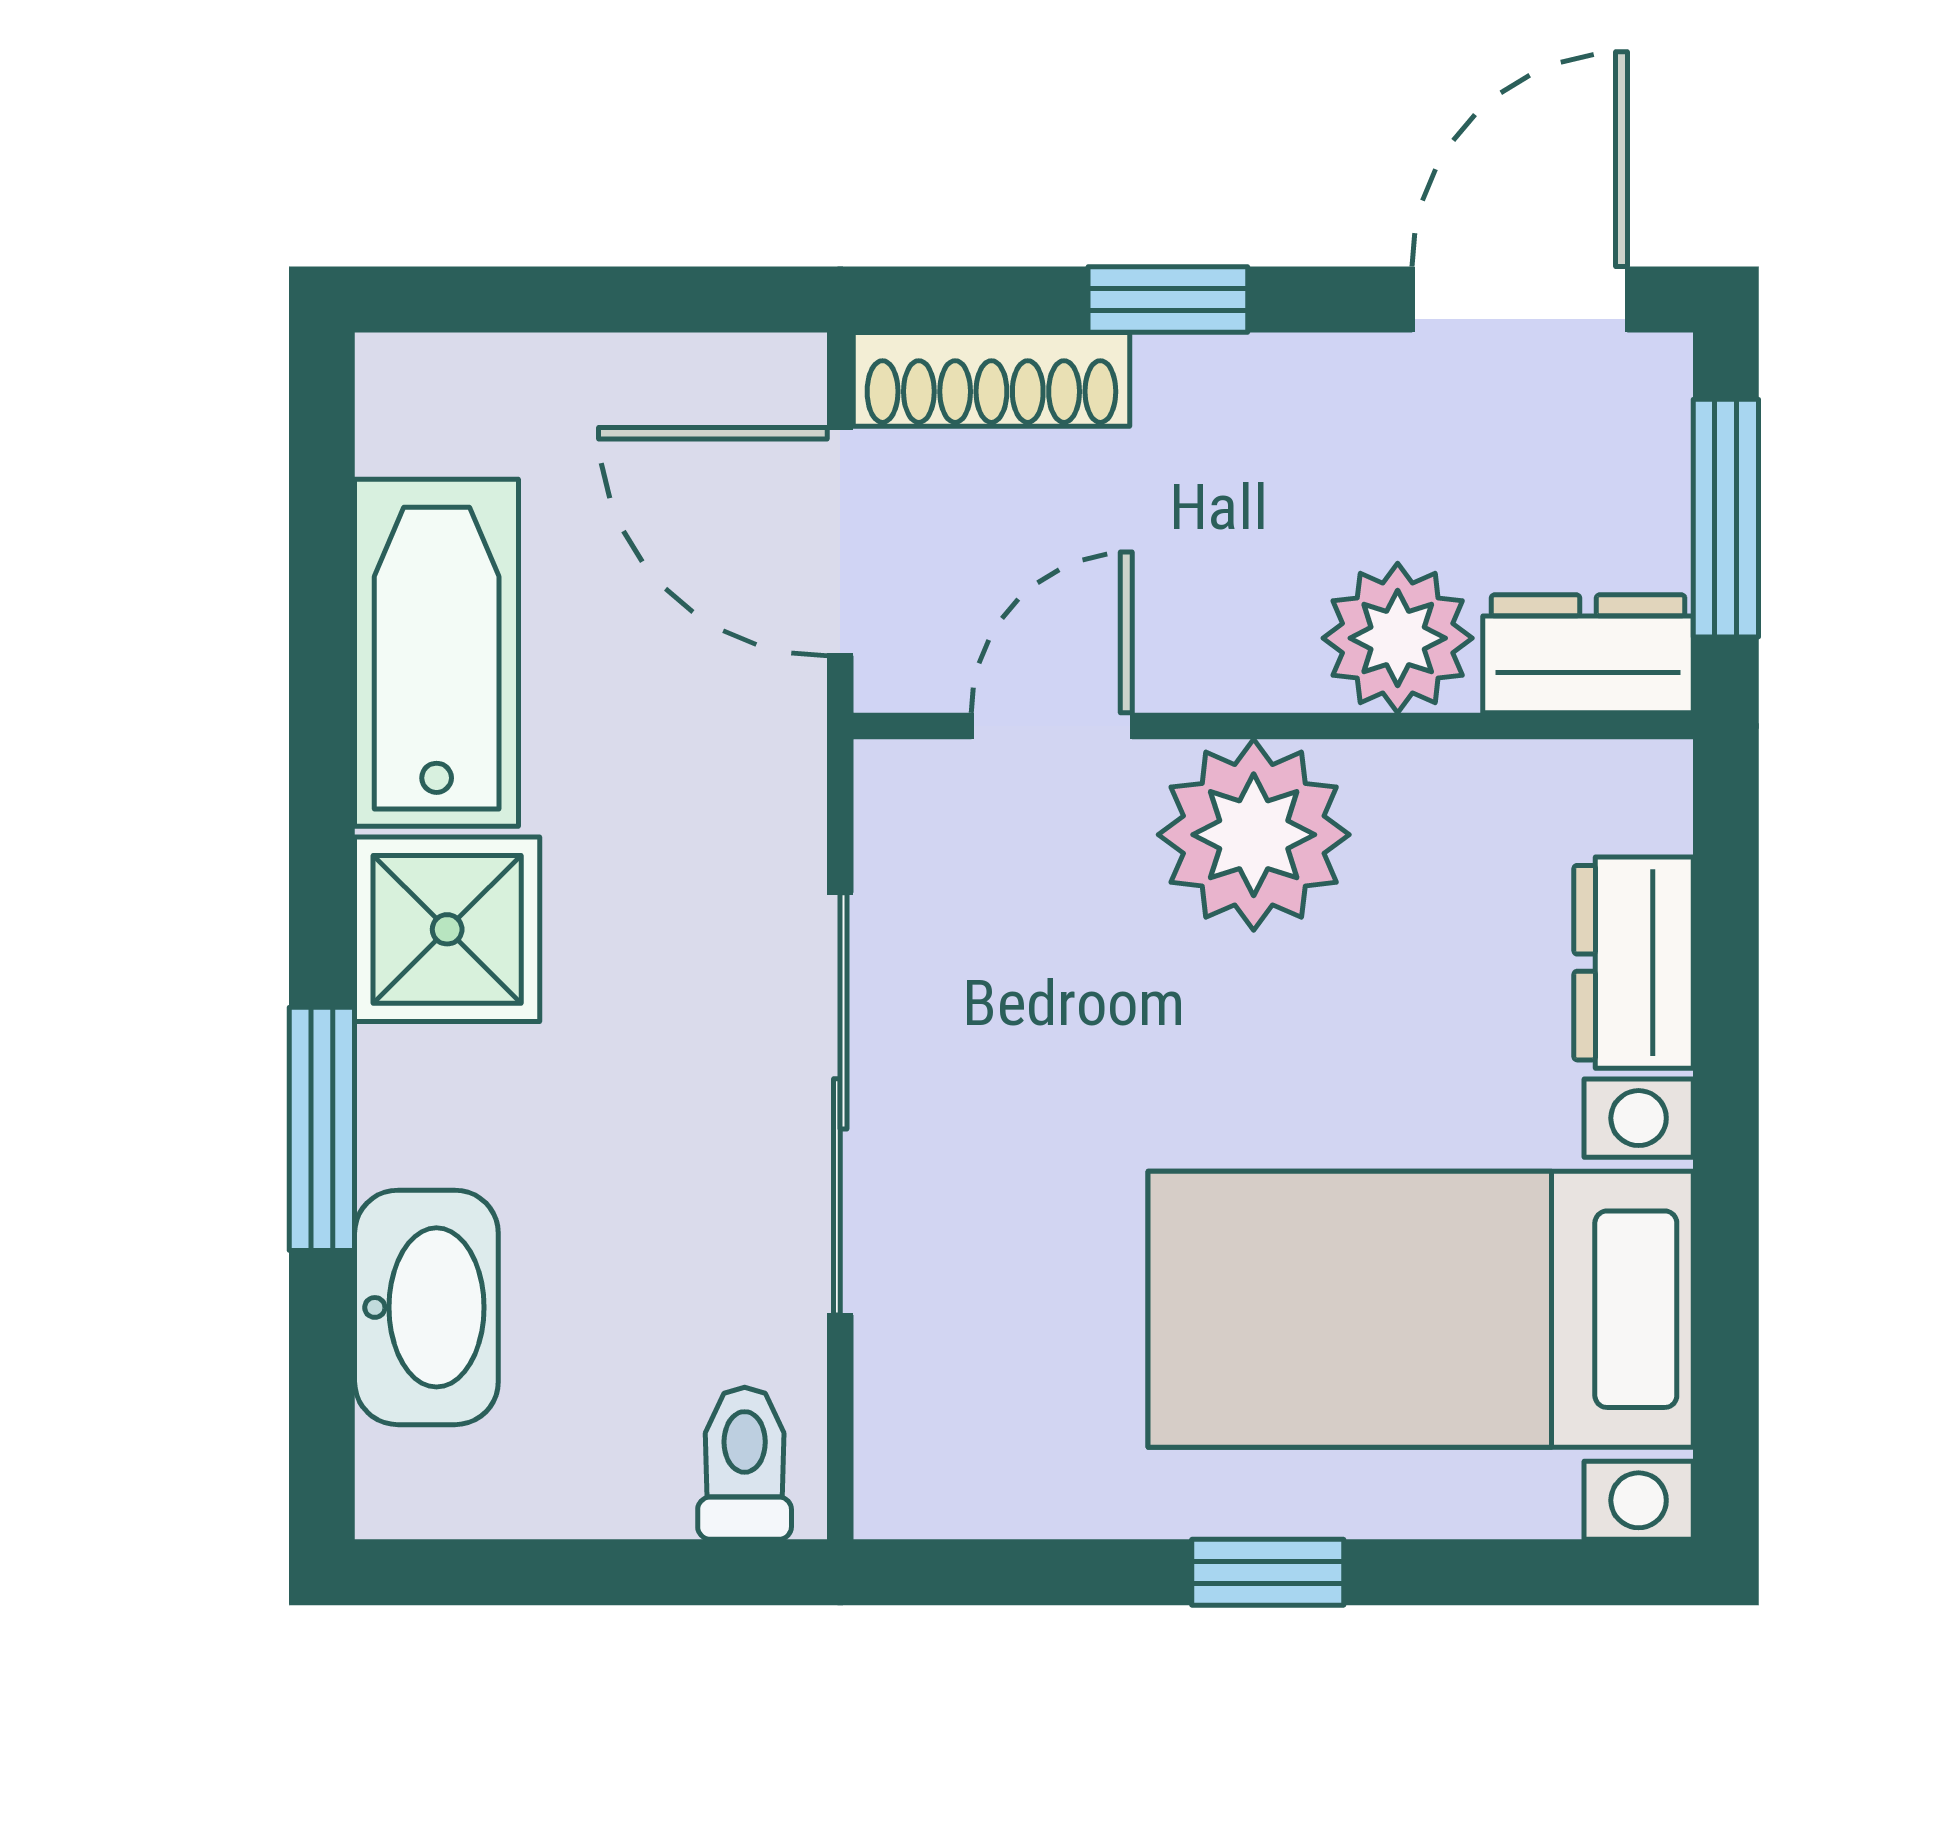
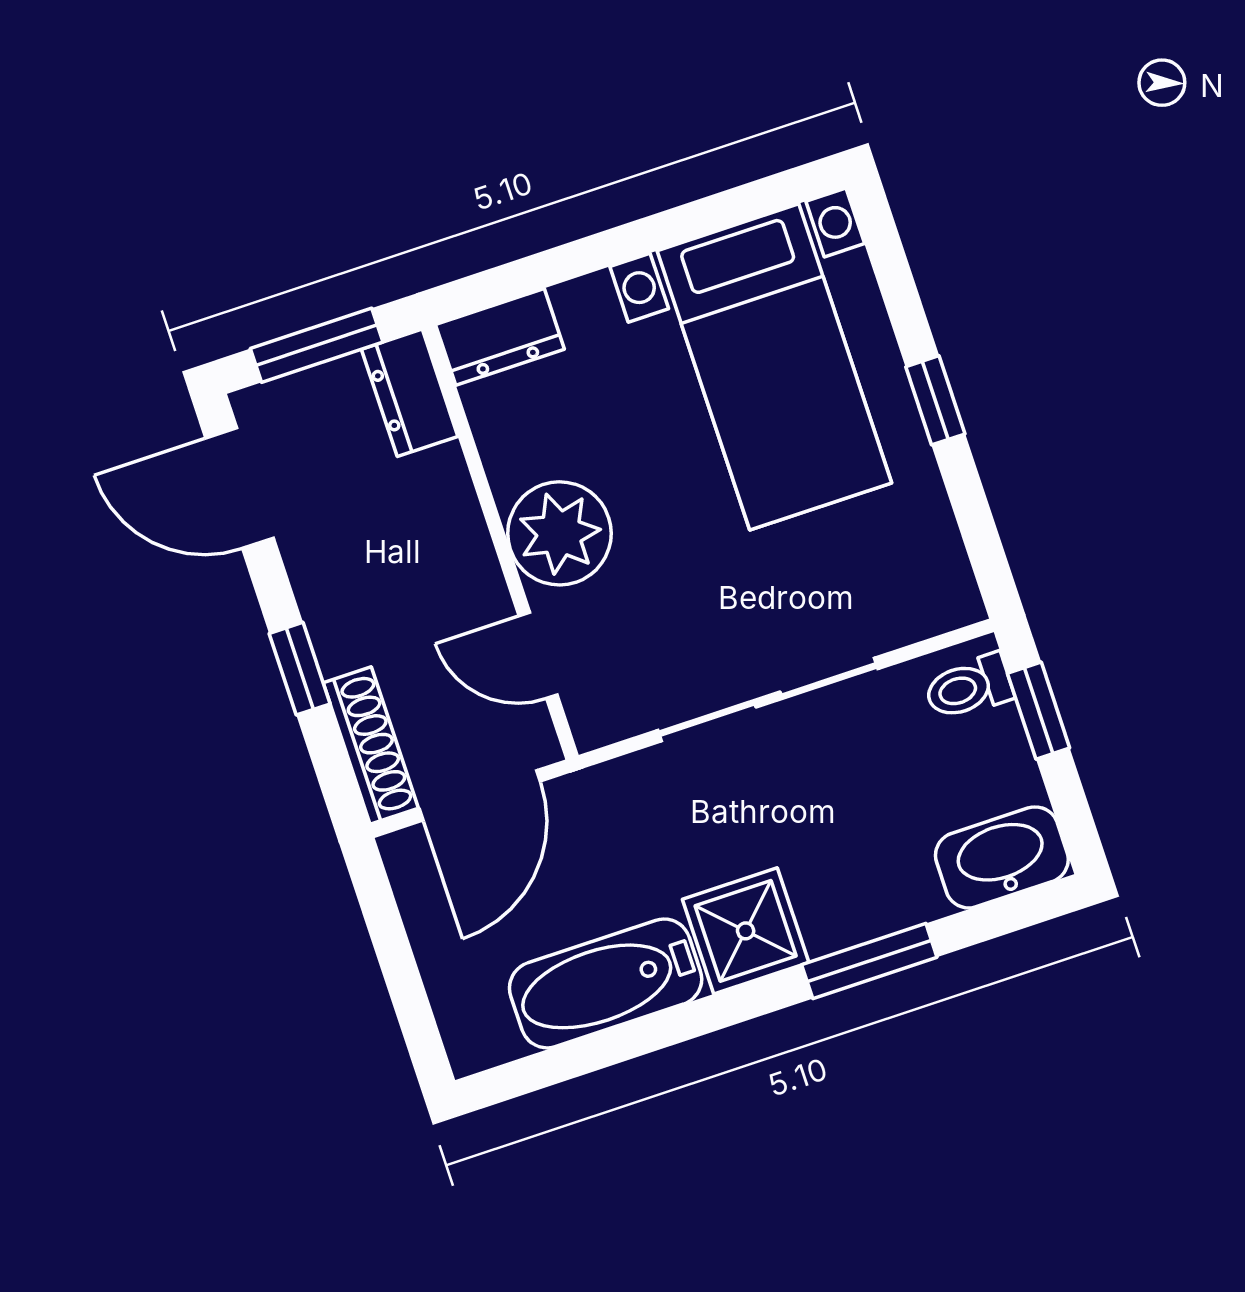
plant: (1398, 638) -> (434, 493), removed
dresser: (1634, 963) -> (500, 337), moved
washbasin: (426, 1307) -> (1002, 857), moved
window: (663, 1572) -> (1039, 711), added

